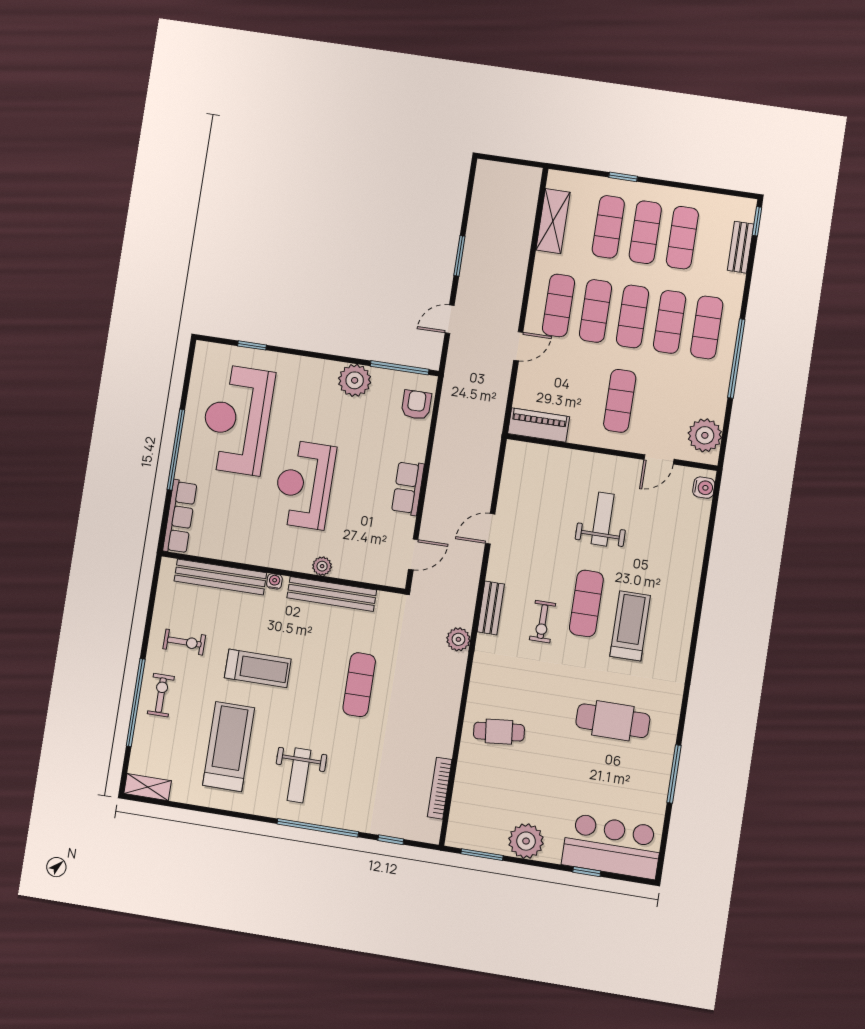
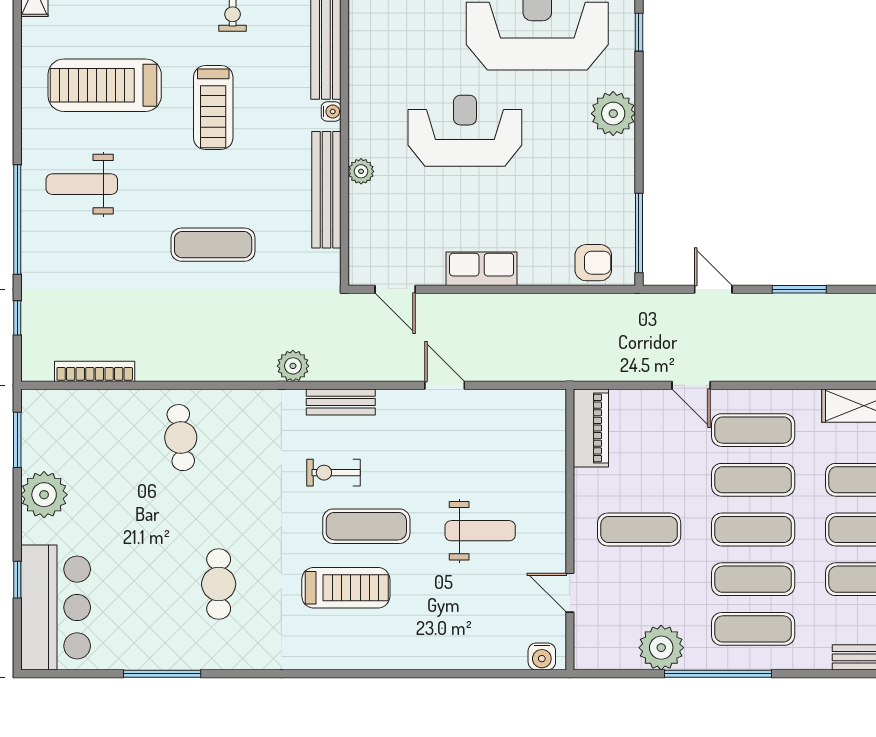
plant: (355, 380) -> (613, 114), moved
plant: (705, 435) -> (661, 648), moved
cafe table: (613, 721) -> (219, 584), width x0.73, depth x0.74
treadmill: (229, 746) -> (105, 85), turned 180

